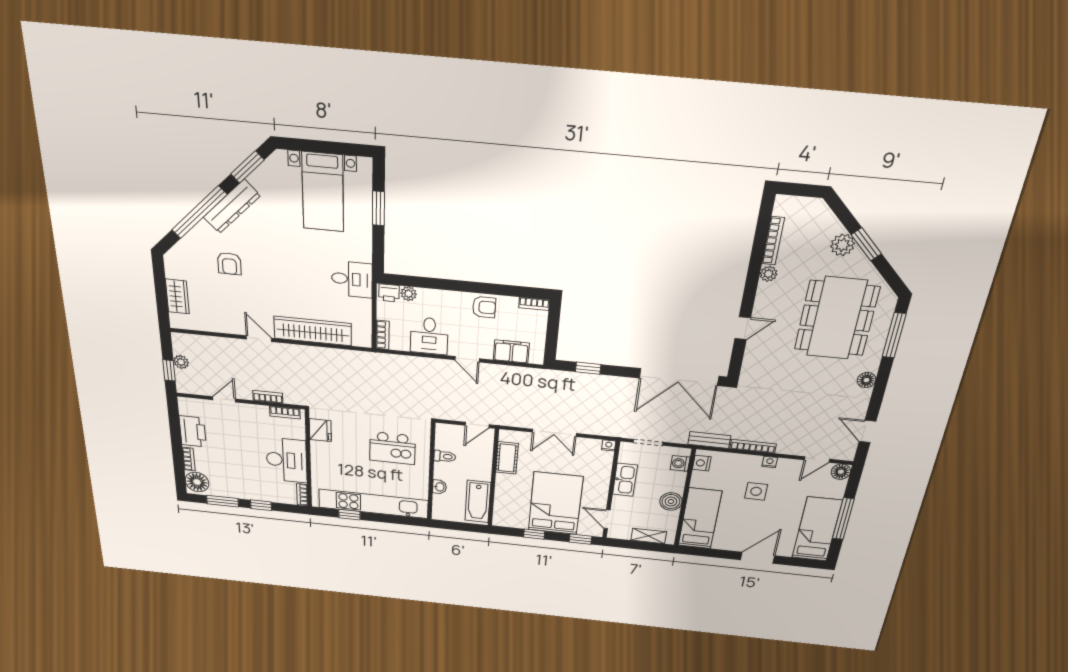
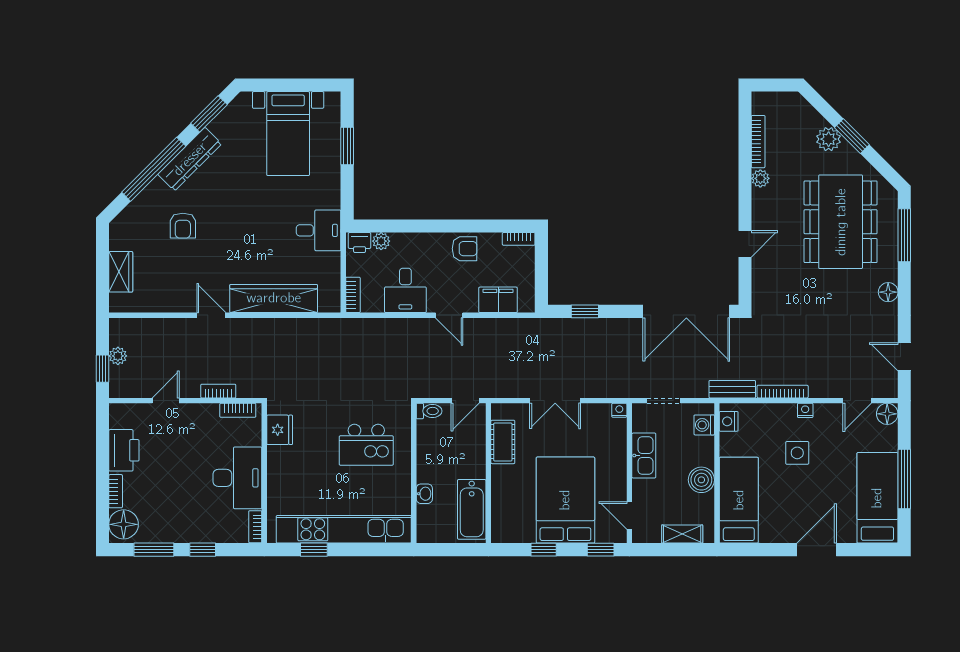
toilet: (445, 456) -> (429, 411), moved

